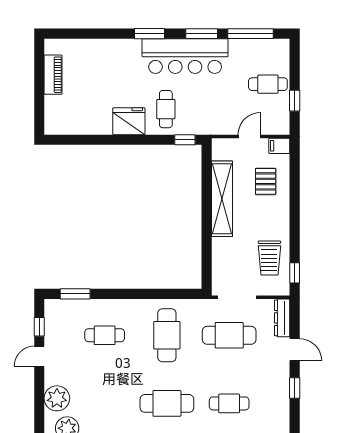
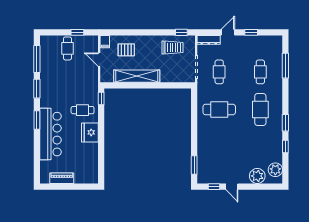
bar counter: (185, 56) -> (51, 134), moved
cafe table: (105, 335) -> (219, 147), removed
cafe table: (229, 335) -> (219, 72), width x0.73, depth x0.74

